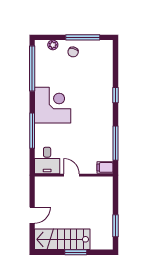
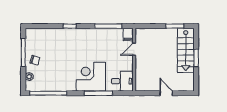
corner desk: (53, 105) -> (91, 77), moved
door: (72, 175) -> (134, 49), moved
stairs: (62, 239) -> (186, 50), moved

